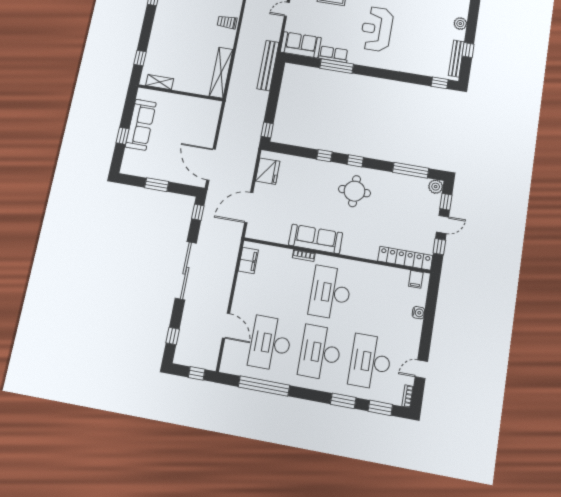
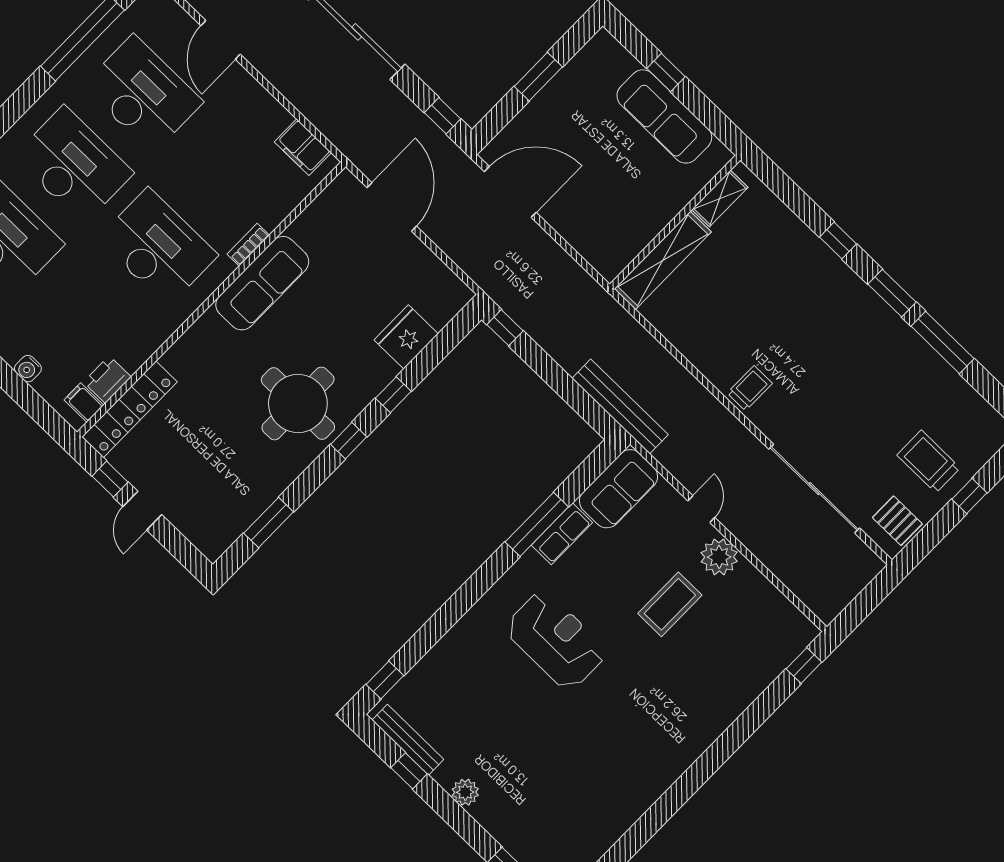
window: (140, 58) -> (838, 241), moved
shelving: (221, 73) -> (663, 260), moved, turned 90
window: (411, 170) -> (269, 523), width x0.69
fridge: (268, 171) -> (406, 337), moved, turned 90
plant: (436, 187) -> (213, 544), removed
round table: (355, 191) -> (298, 403), width x1.36, depth x1.36
window: (446, 202) -> (176, 543), removed
printer: (399, 276) -> (107, 379), added
door: (226, 326) -> (221, 40), hinge flipped

